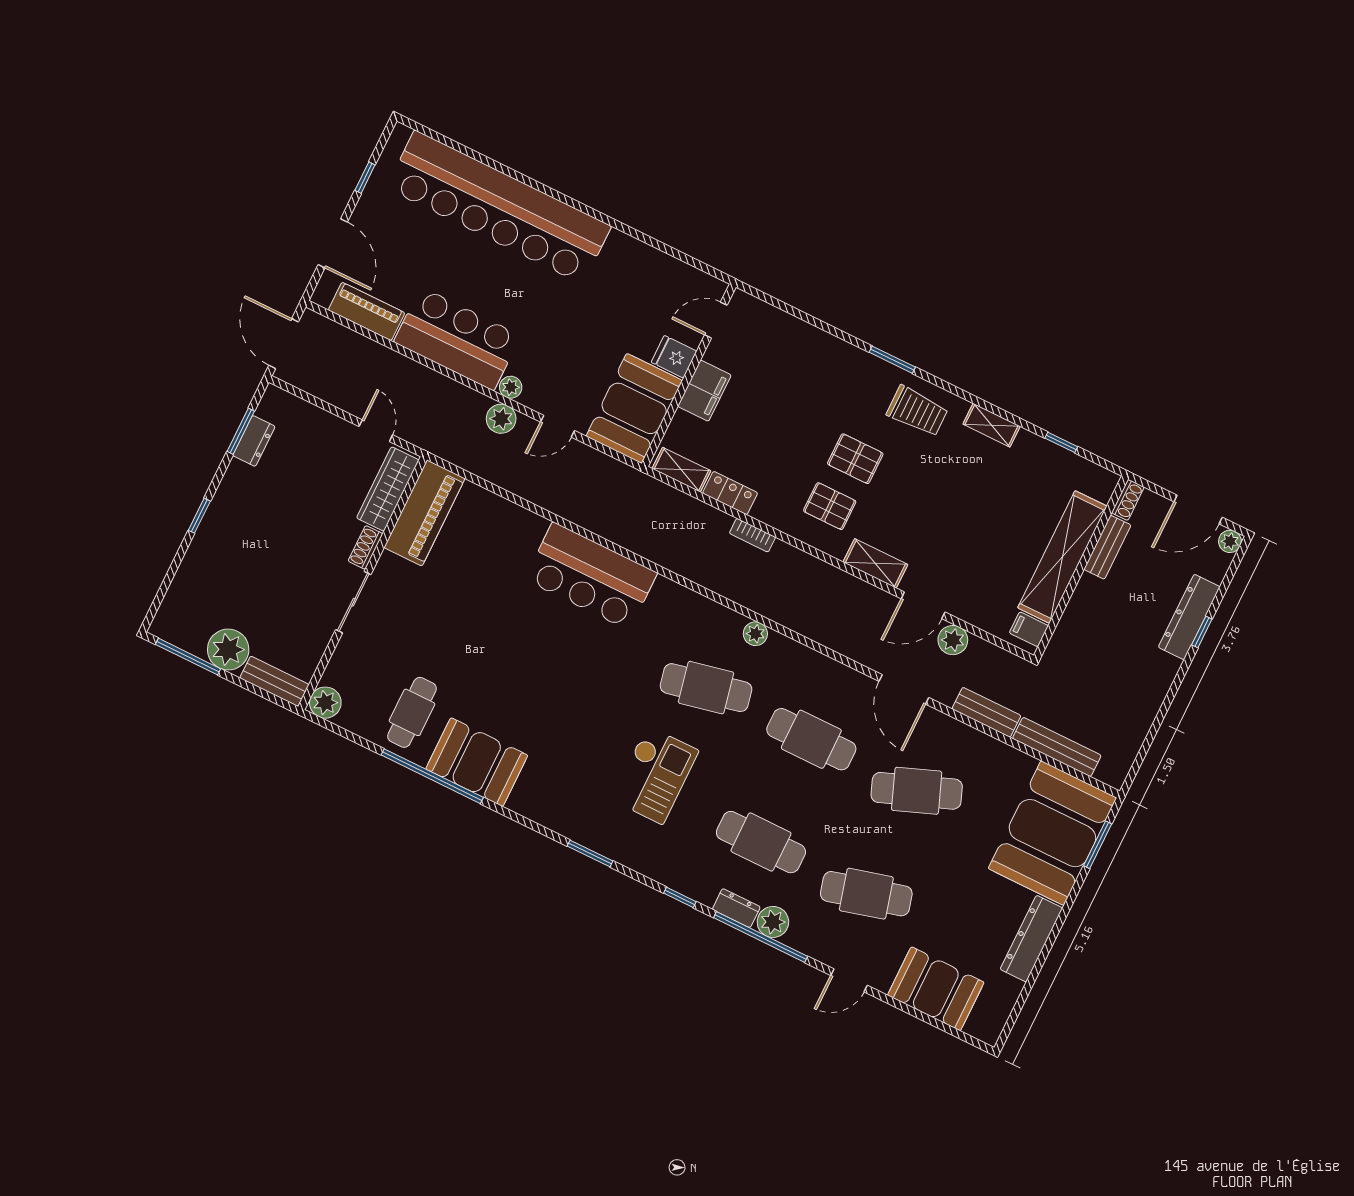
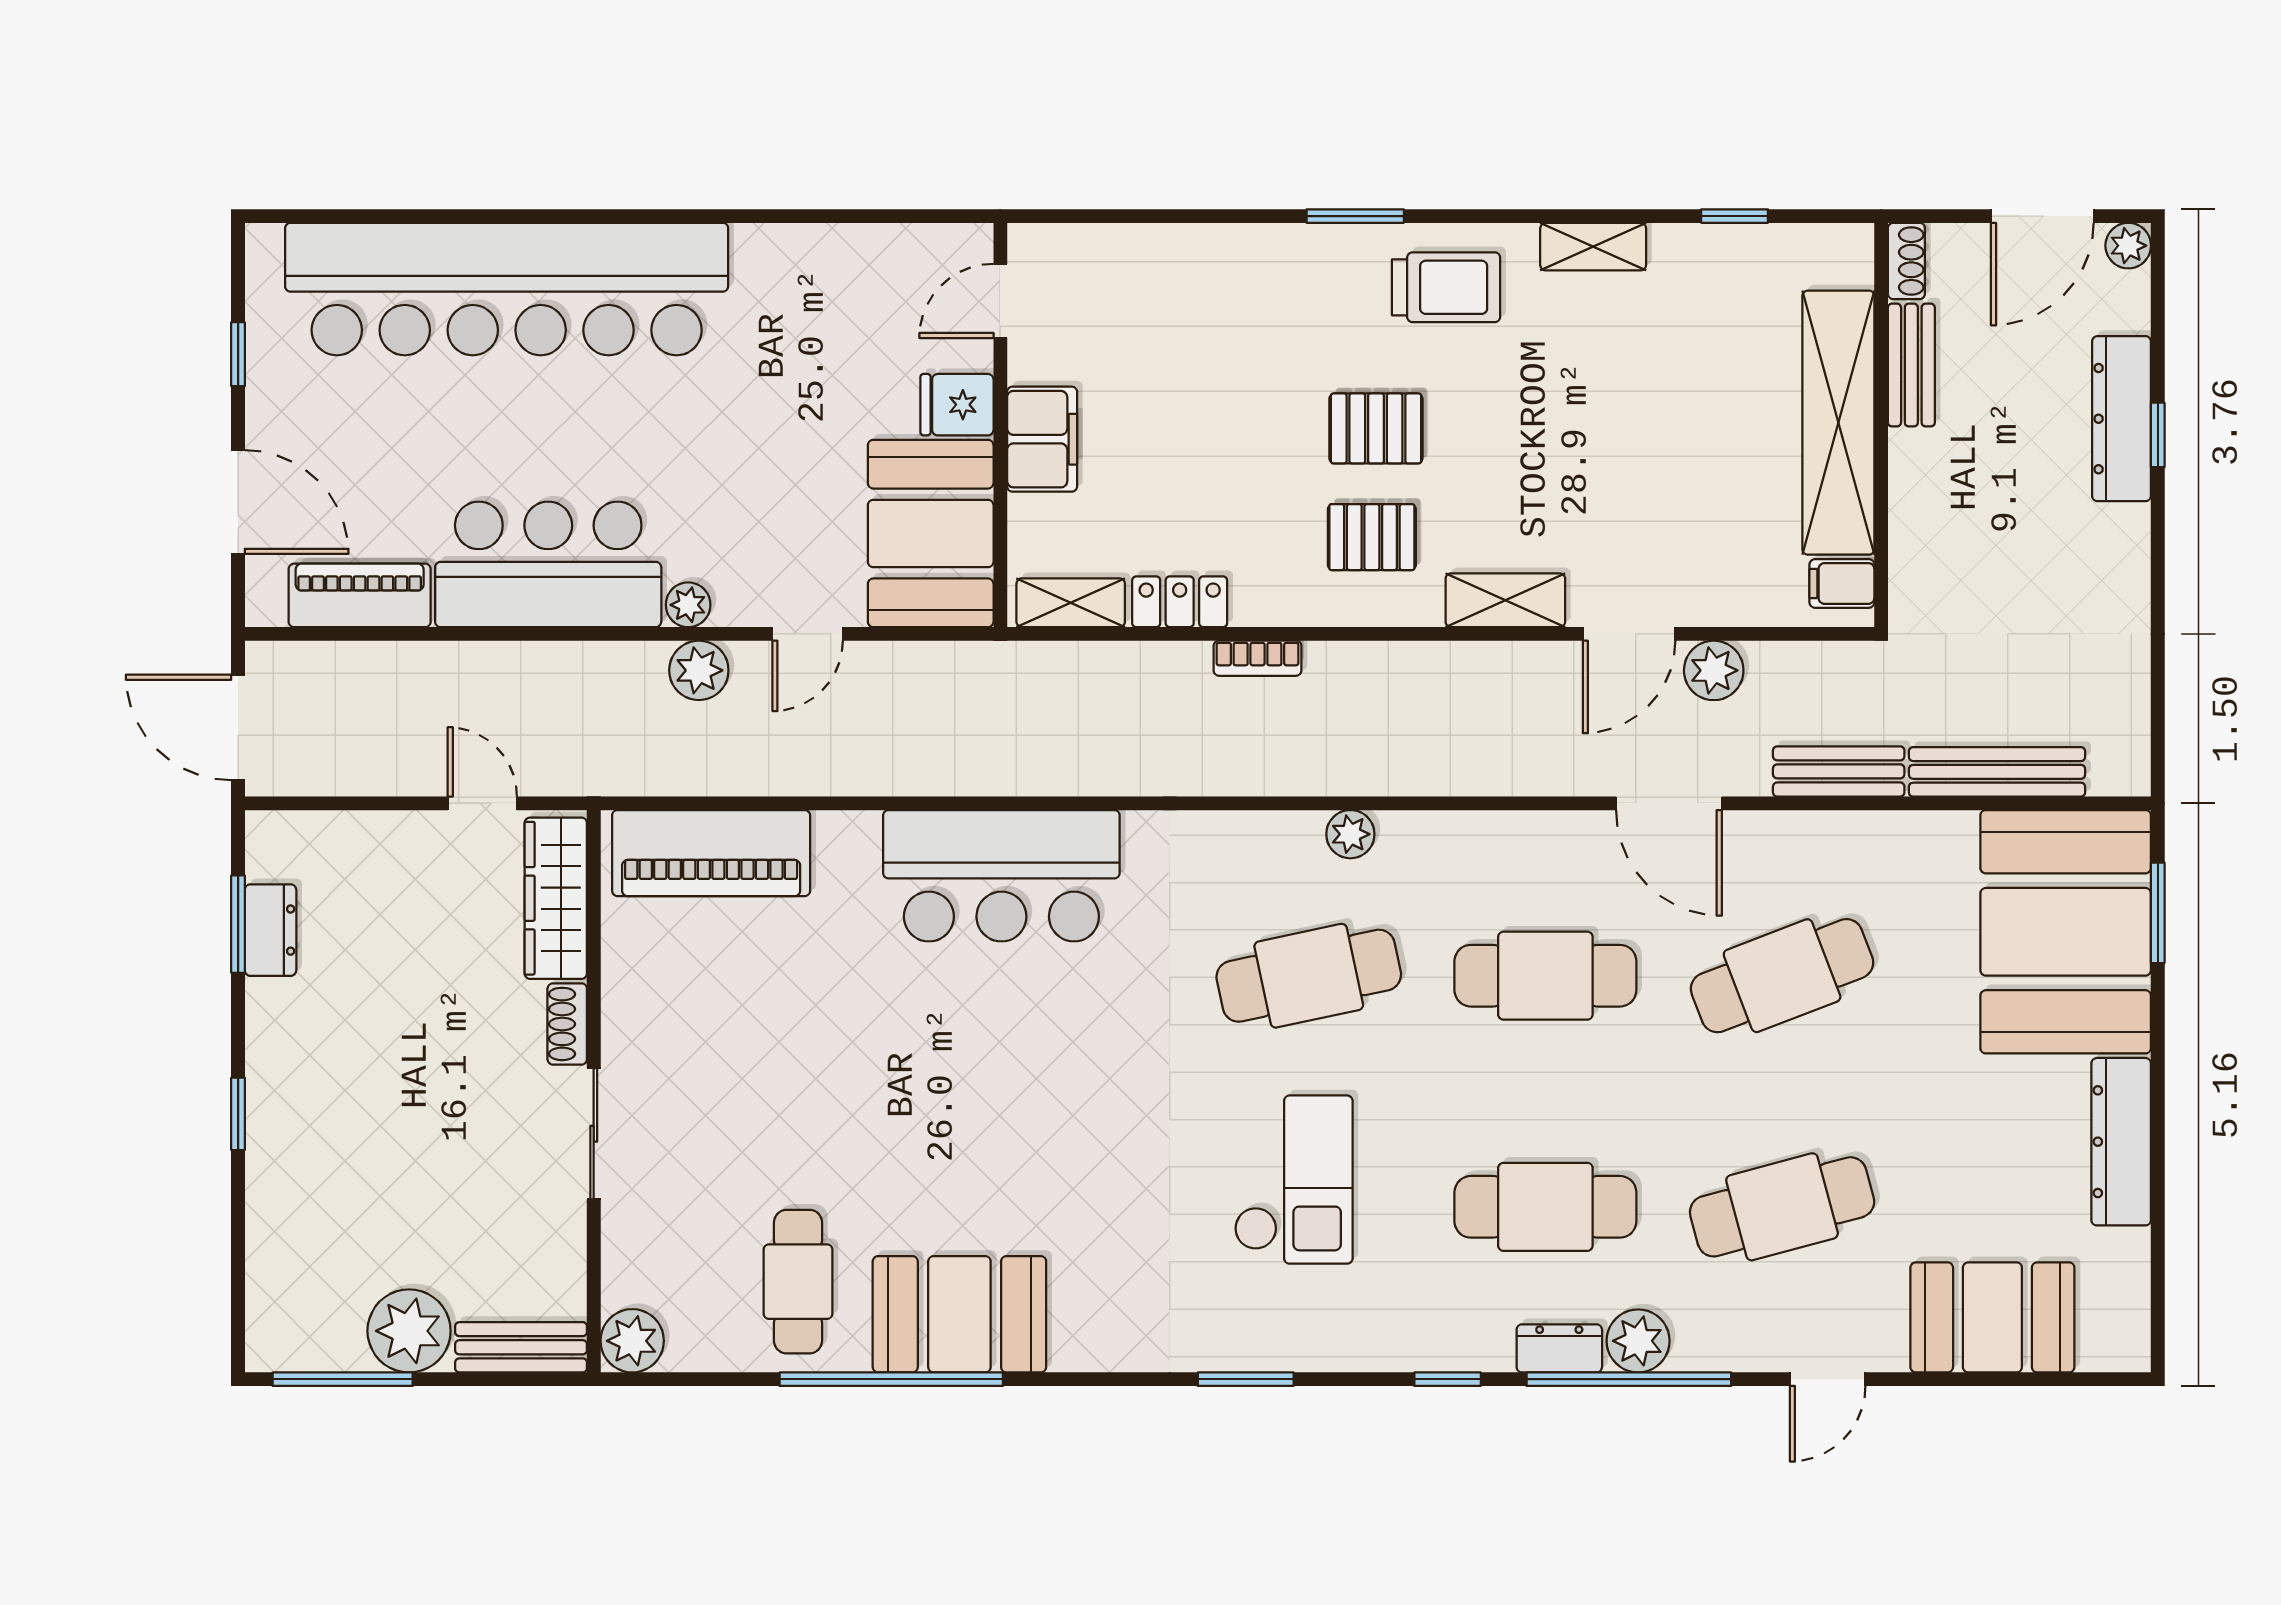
piano: (424, 513) -> (711, 853), moved, turned 90

